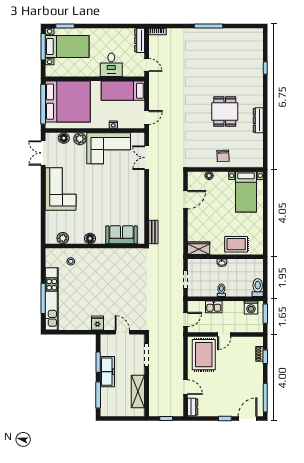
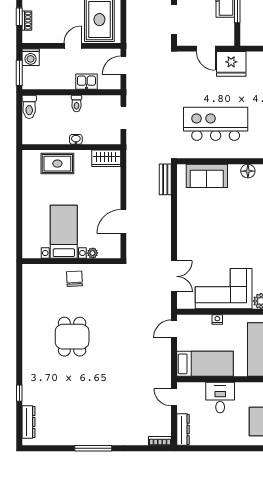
dresser: (258, 120) -> (28, 422), moved
bed with nightstands: (246, 192) -> (64, 232), moved
kitchen island: (115, 275) -> (216, 124), added
washing machine: (251, 308) -> (31, 57), moved, turned 180
fridge: (98, 323) -> (231, 64), width x1.88, depth x1.34

